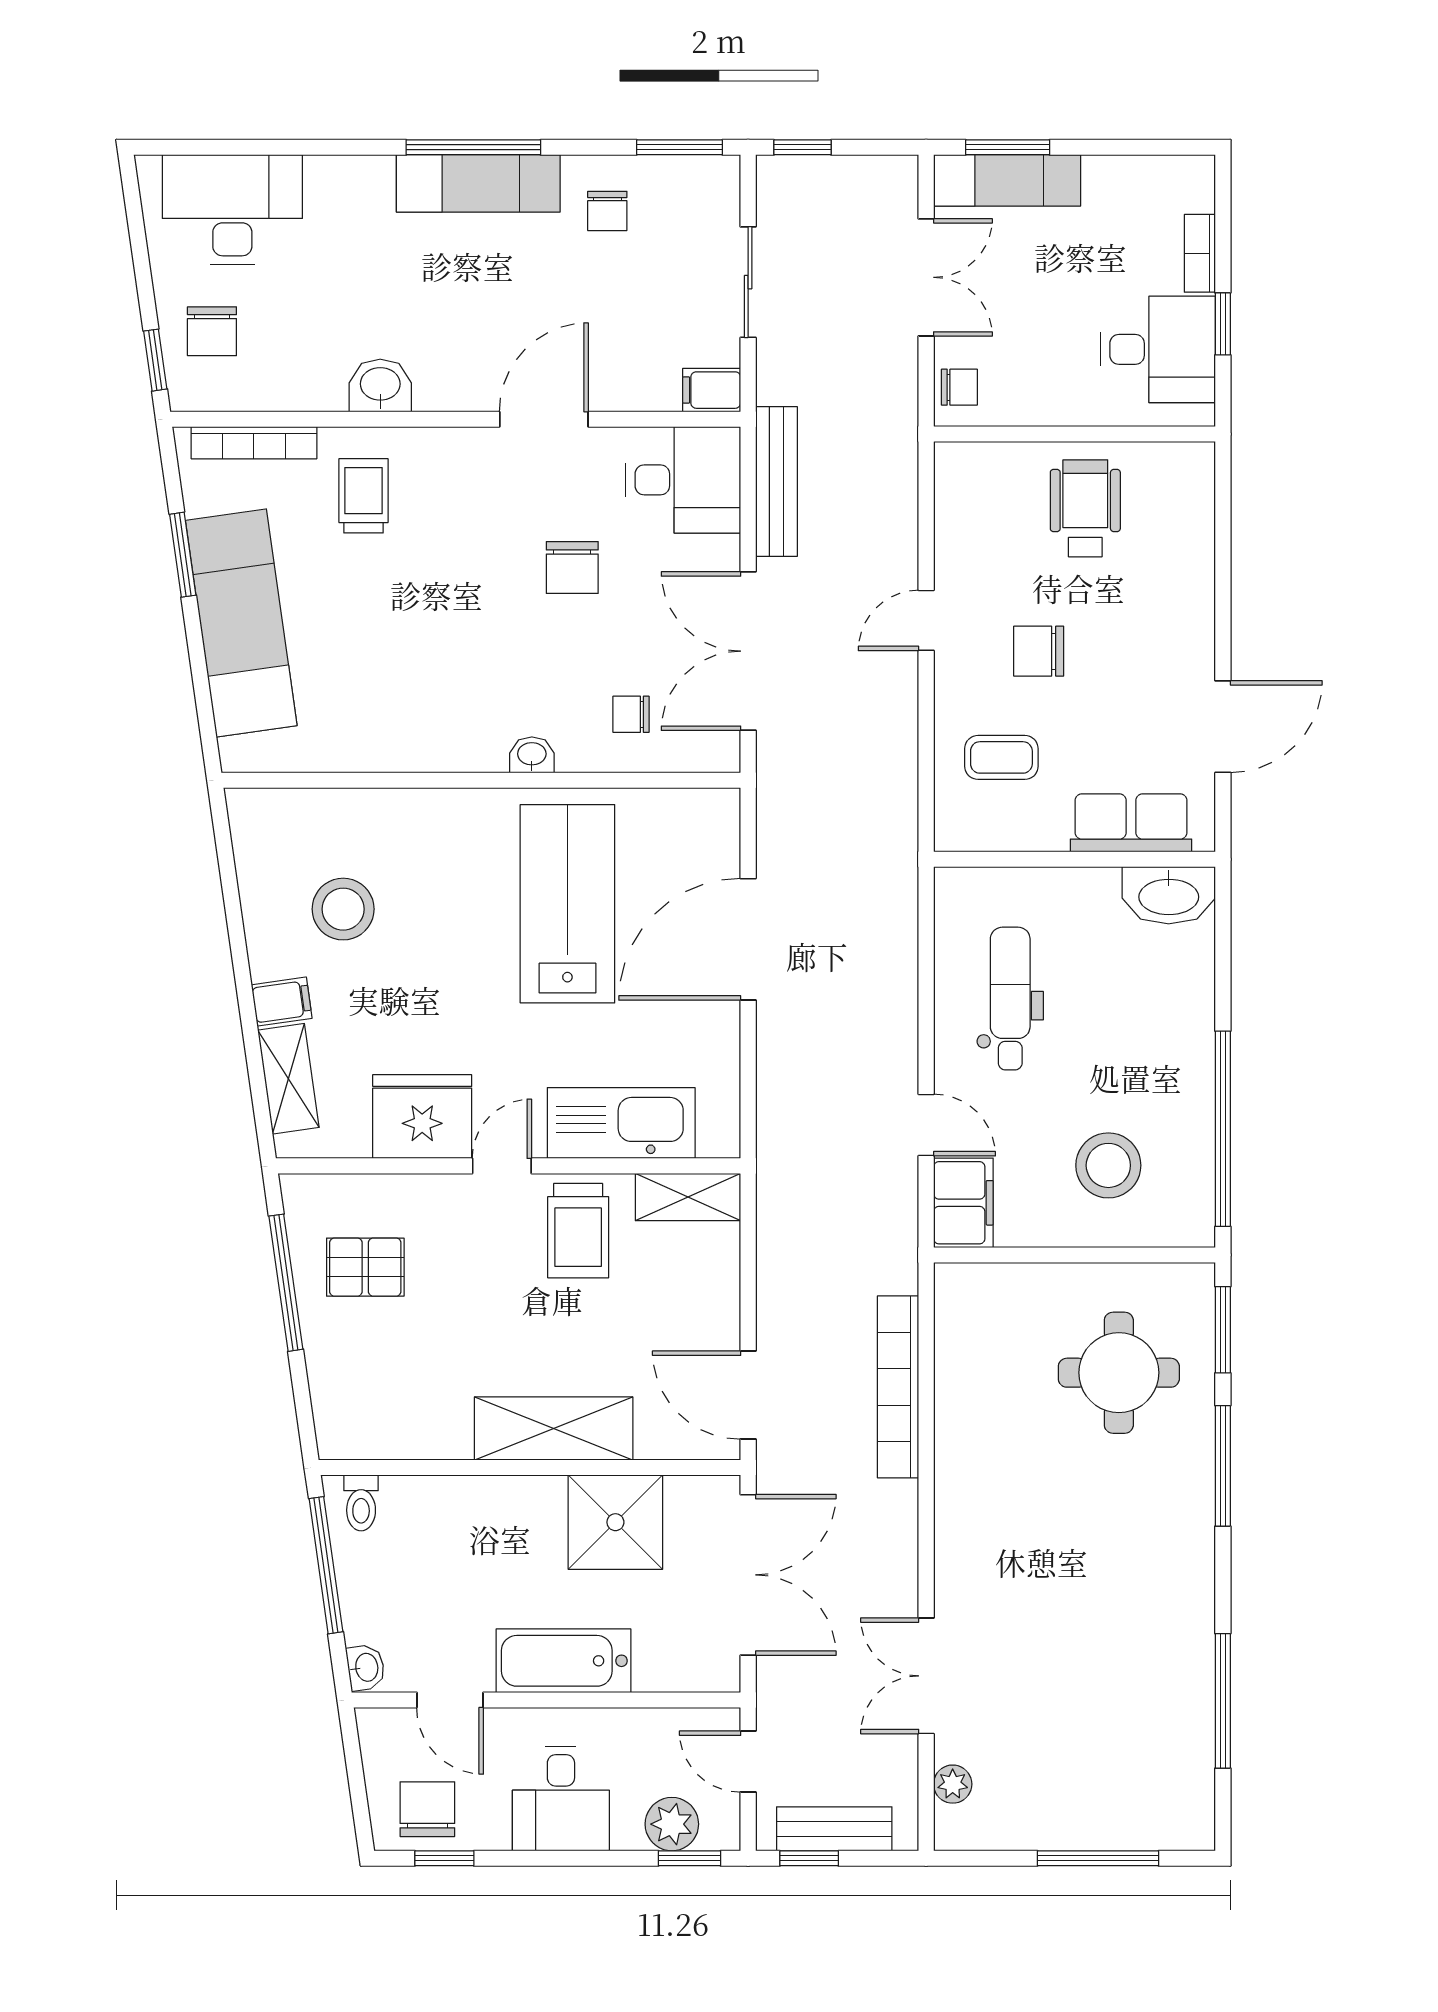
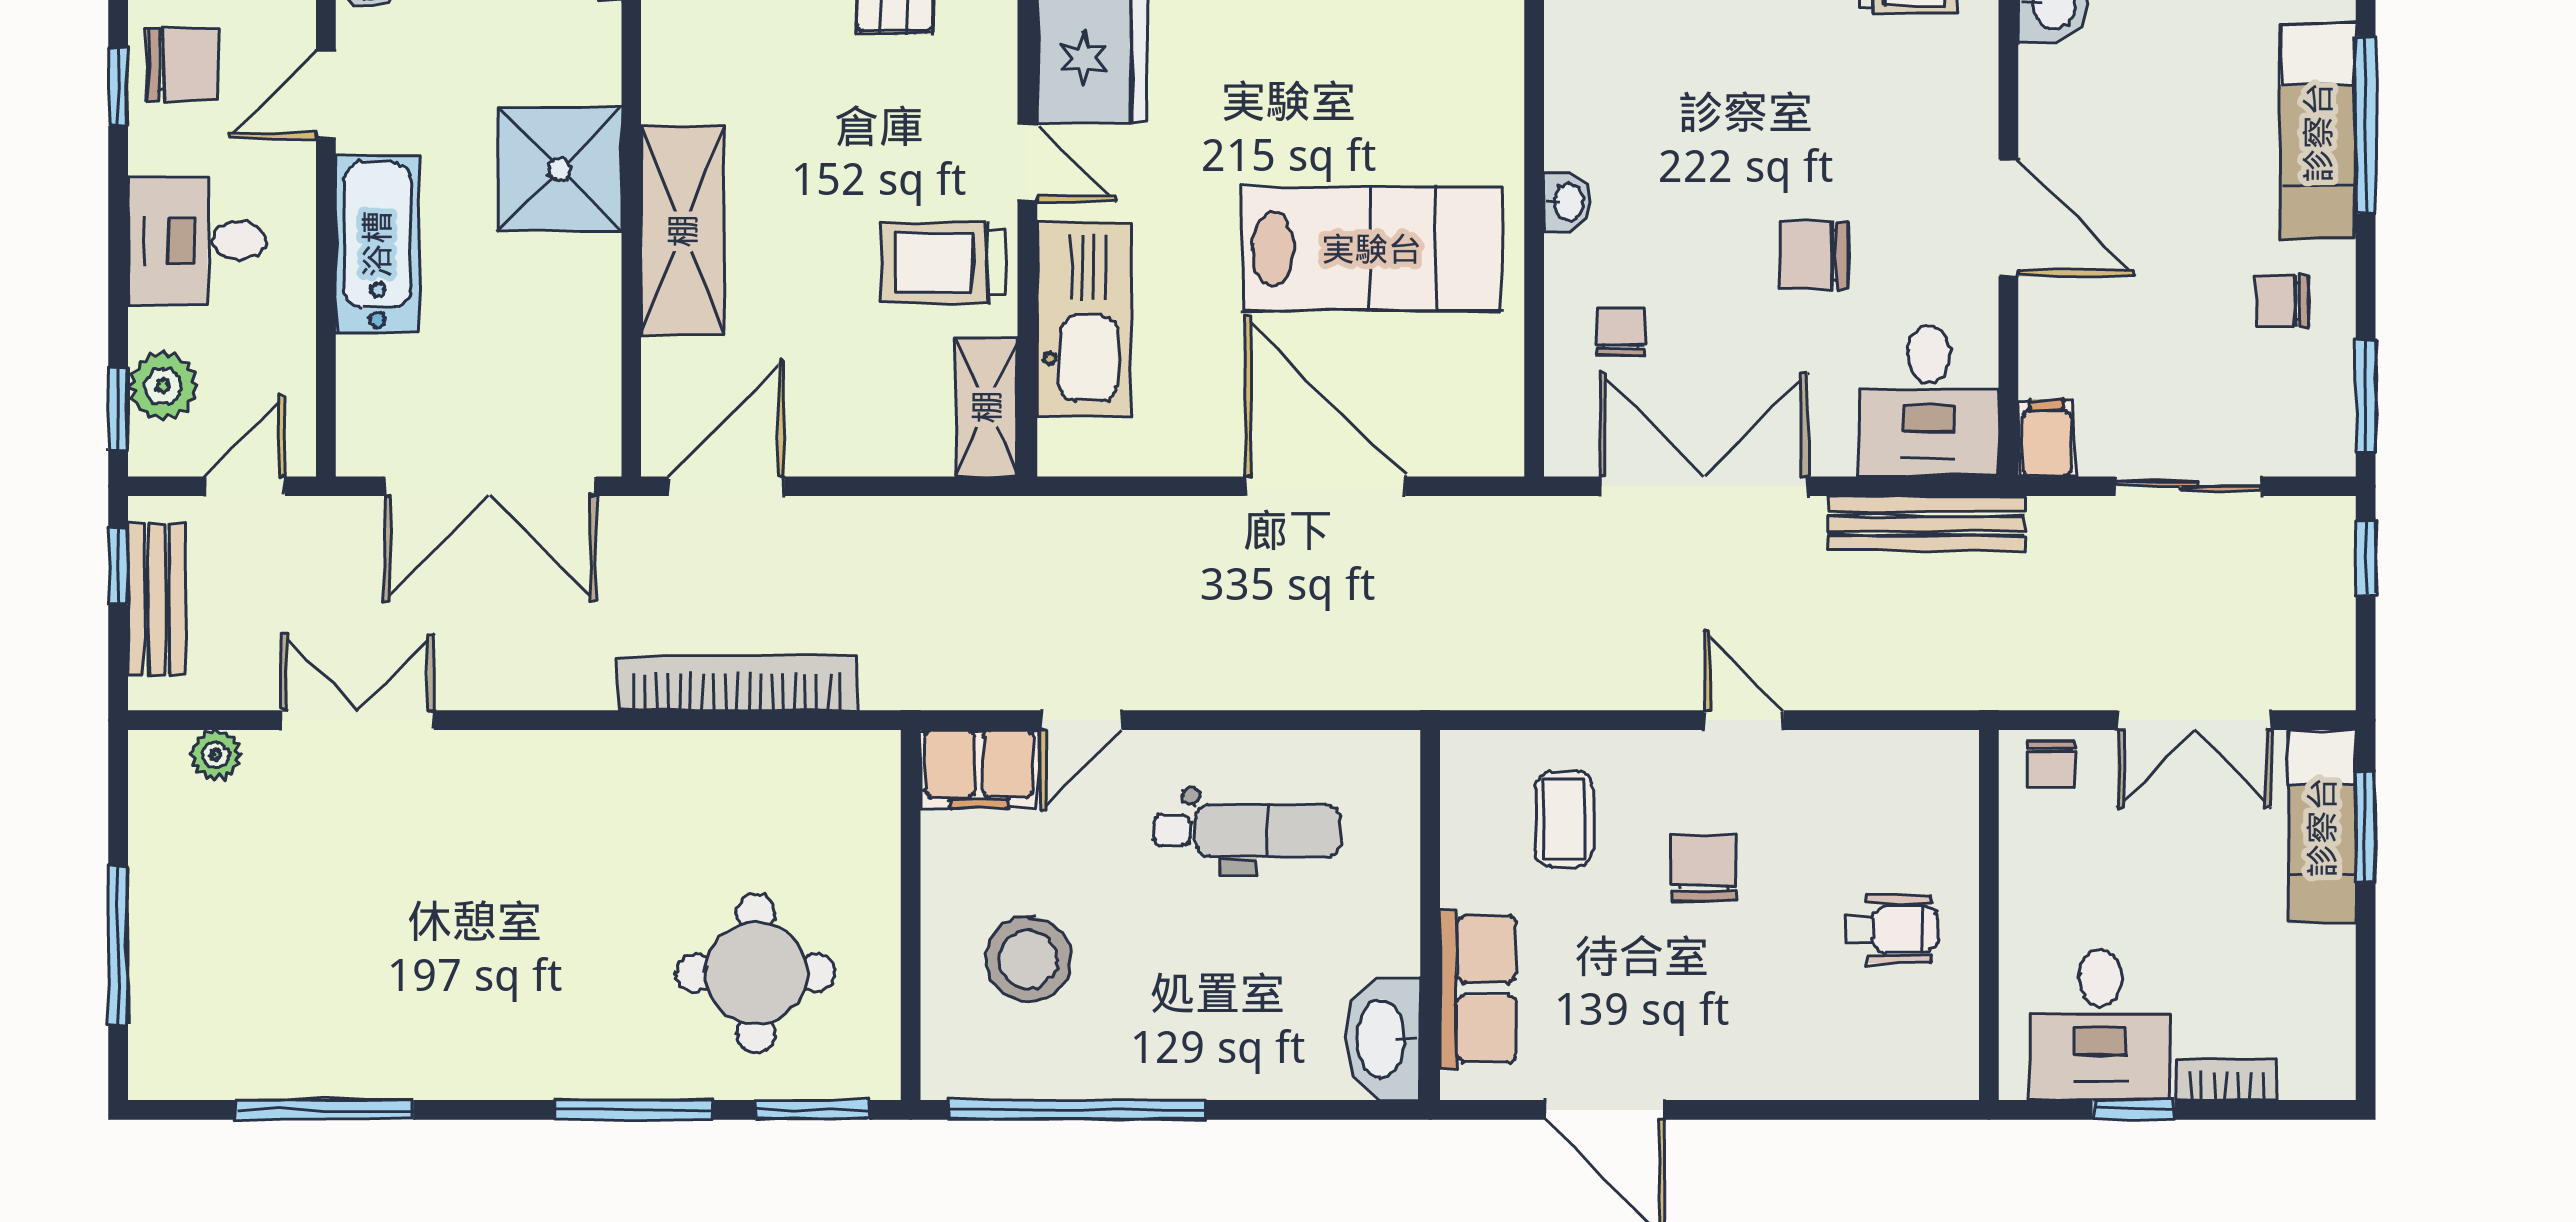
wheelchair: (1085, 508) -> (1891, 929), width x0.73, depth x0.73
shower: (615, 1522) -> (560, 169), moved

